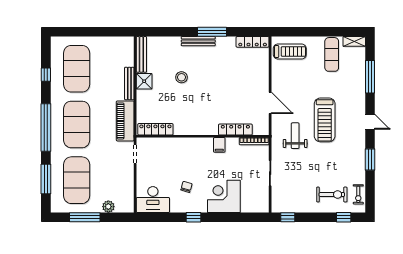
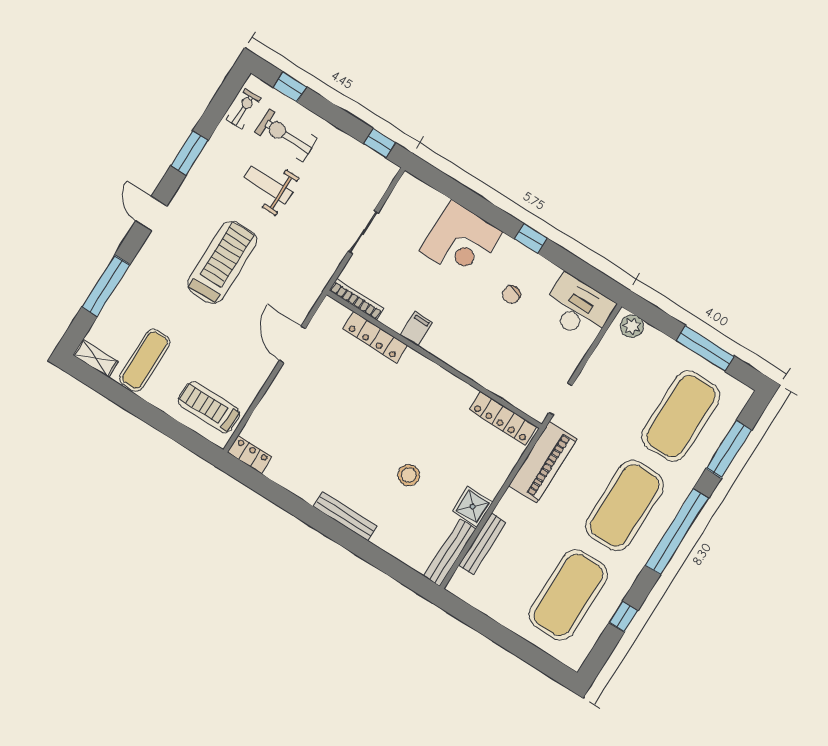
window: (212, 32) -> (314, 517), removed
locker: (253, 42) -> (250, 455), width x0.66
bench: (129, 83) -> (482, 544), moved
weight bench: (295, 136) -> (268, 185), moved, turned 90
plant: (108, 207) -> (632, 326), moved

